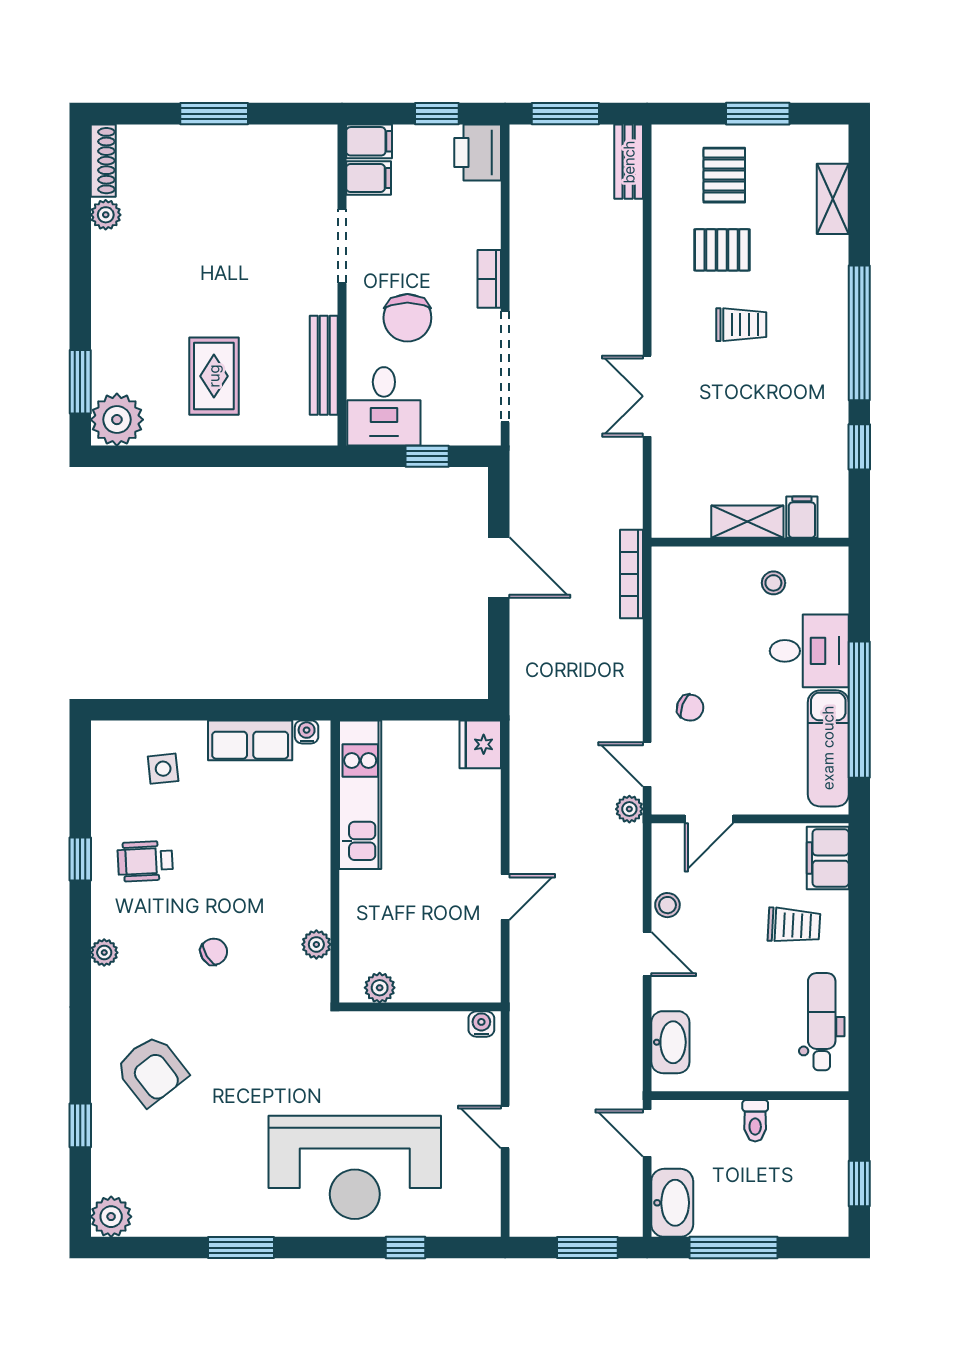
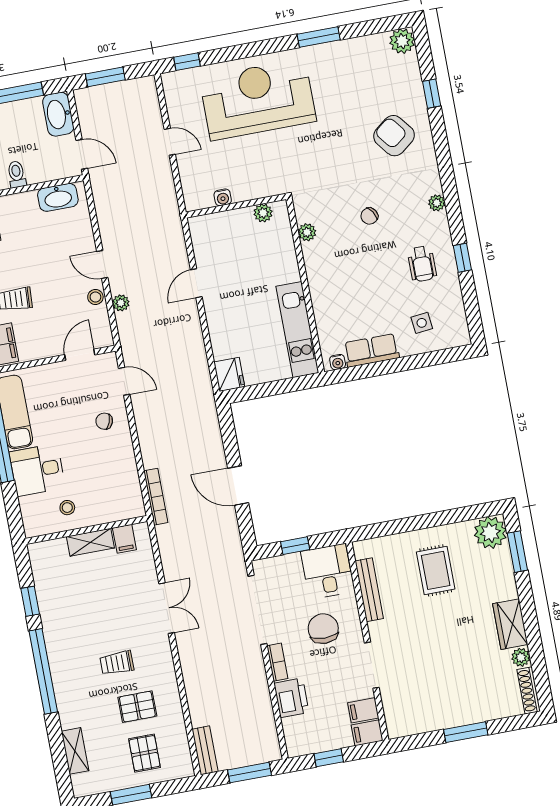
printer: (478, 152) -> (291, 698), moved
wardrobe: (113, 270) -> (510, 624), added
filing cabinet: (802, 517) -> (124, 539), moved
plant: (629, 809) -> (121, 303), moved
wheelchair: (145, 861) -> (422, 264), turned 93
water cooler: (481, 1024) -> (223, 197), moved
washbasin: (670, 1042) -> (58, 197), moved, turned -90
window: (406, 1248) -> (187, 62), moved

